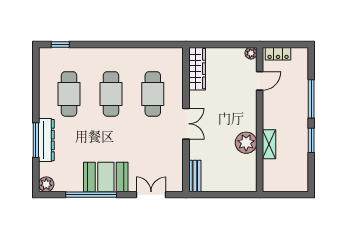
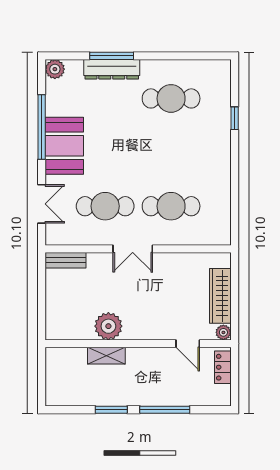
window: (60, 44) -> (235, 118), moved
wardrobe: (197, 69) -> (220, 296), moved, turned 90
cafe table: (111, 94) -> (105, 206), moved

